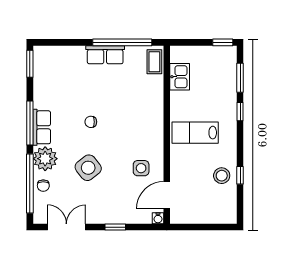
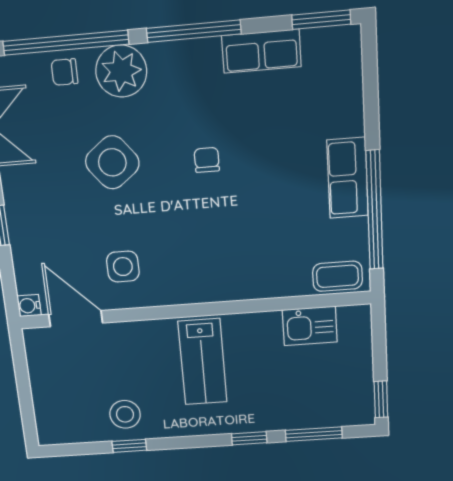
row of seats: (42, 127) -> (261, 51), moved
lab bench: (195, 133) -> (202, 362), turned 180

